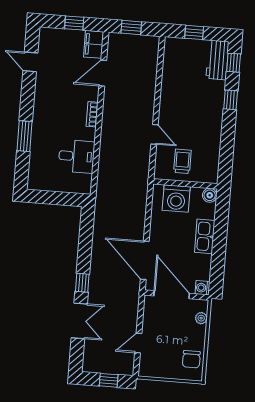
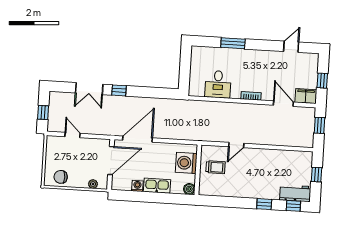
washing machine: (203, 288) -> (137, 186), moved

